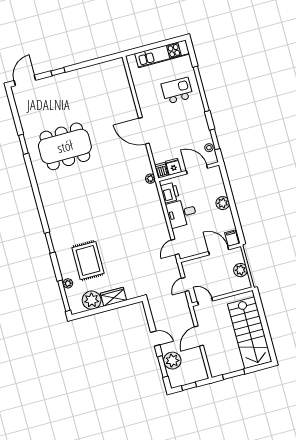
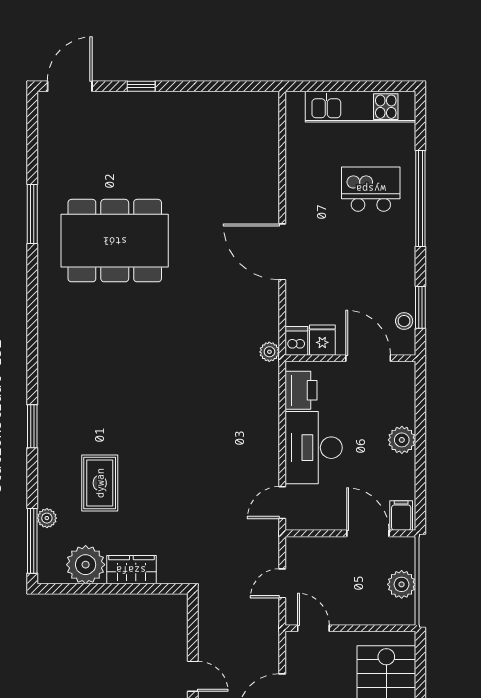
window: (23, 144) -> (32, 214), width x1.44
desk: (182, 213) -> (314, 448), width x1.37
rug: (88, 261) -> (100, 483), width x0.73, depth x0.70

